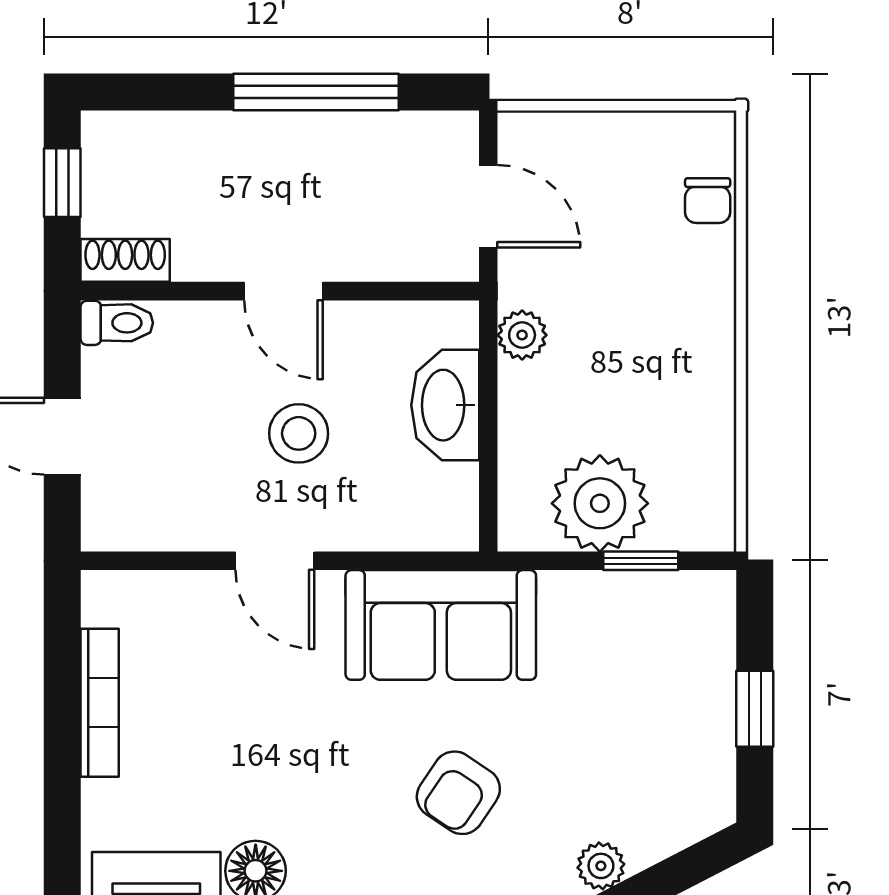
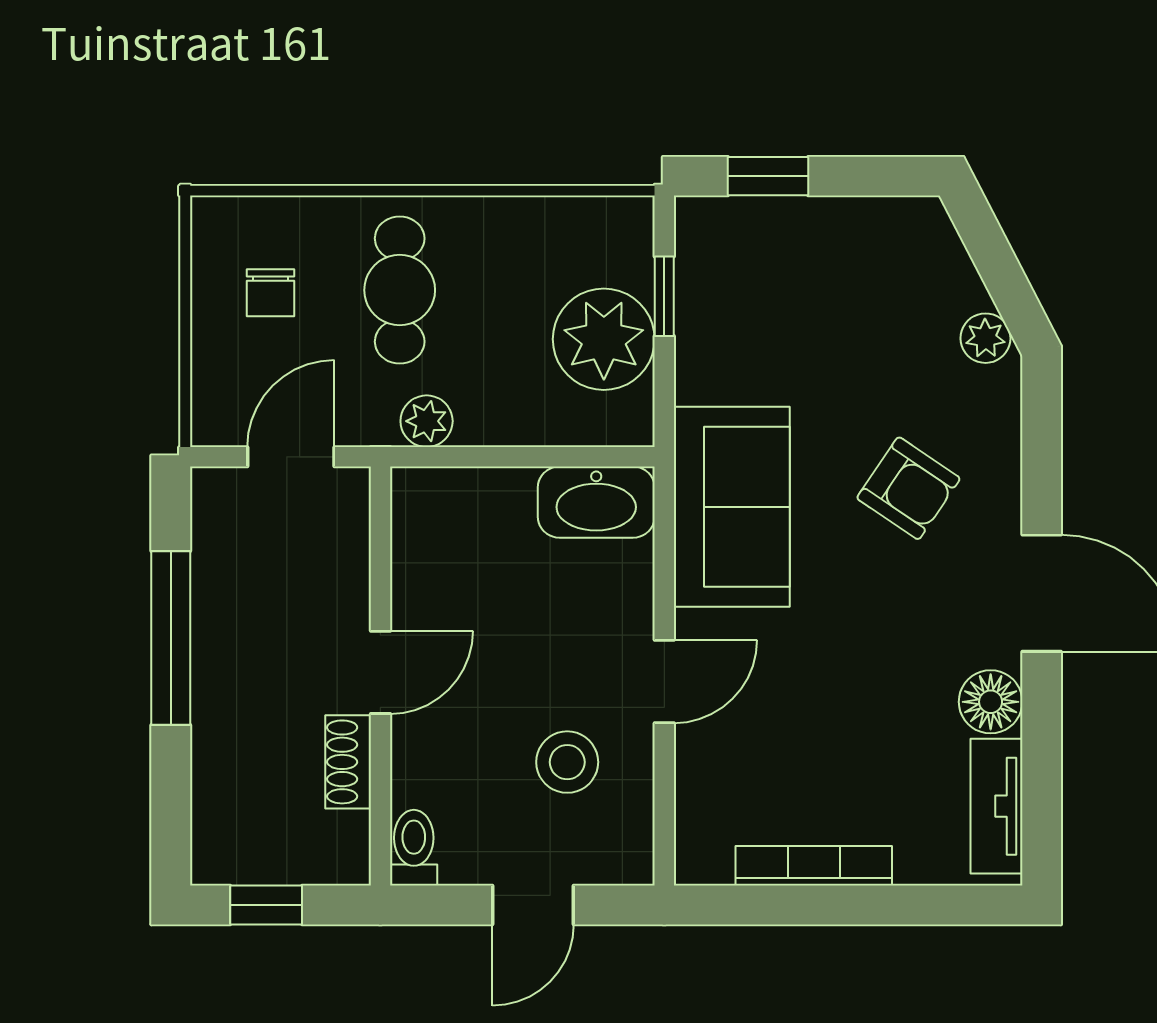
chair: (708, 201) -> (270, 293), moved, turned 90
shoe rack: (125, 260) -> (348, 762), moved
cafe table: (647, 309) -> (400, 290), added
washbasin: (445, 405) -> (596, 502), moved
stool: (299, 433) -> (567, 762), moved
window: (755, 709) -> (768, 176), moved

